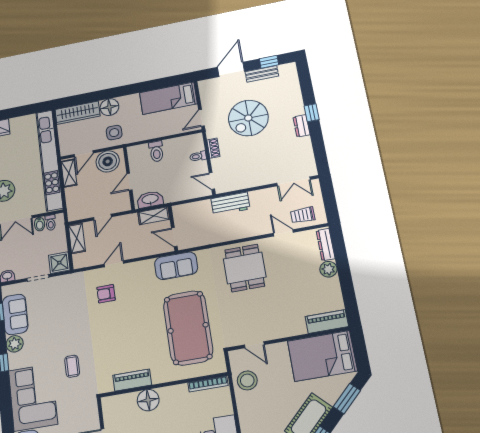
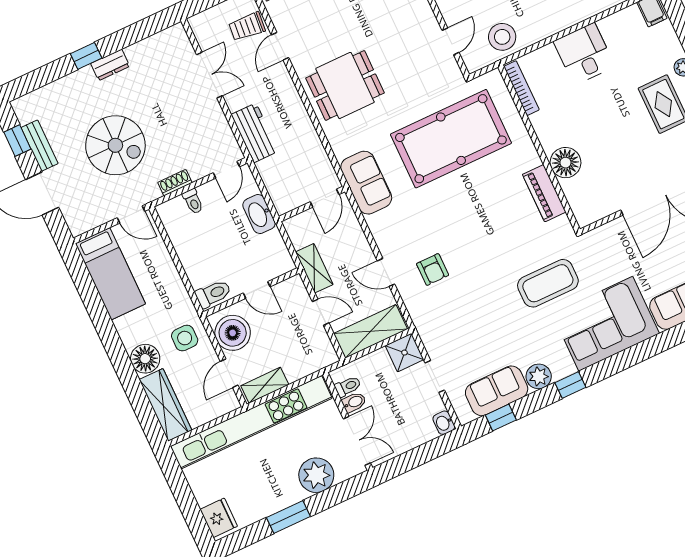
toilet: (156, 151) -> (213, 294), moved
door: (84, 154) -> (229, 373), swing flipped
double door: (293, 181) -> (210, 75), moved
washbasin: (150, 199) -> (259, 214), moved
trolley: (303, 215) -> (247, 27), turned 95
shelving: (154, 216) -> (314, 268), moved
shelving: (77, 238) -> (370, 331), width x1.50, depth x1.33
coffee table: (72, 366) -> (548, 283), width x1.86, depth x1.72

